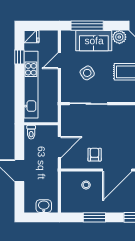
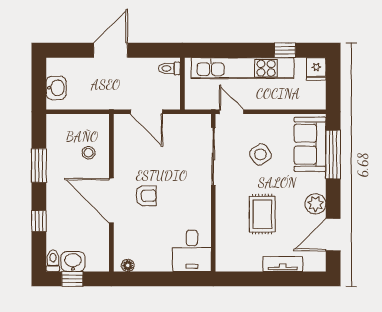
sofa: (94, 41) -> (310, 144), moved
door: (59, 61) -> (232, 112), moved
armchair: (95, 155) -> (146, 196), moved

